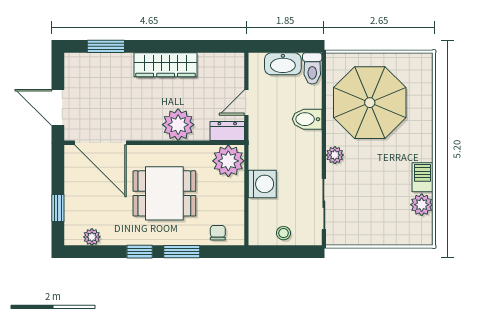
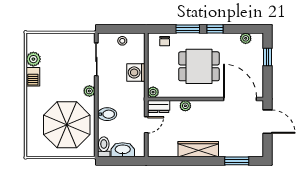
plant: (178, 125) -> (185, 106), width x0.53, depth x0.53
plant: (228, 161) -> (153, 92), width x0.53, depth x0.53

